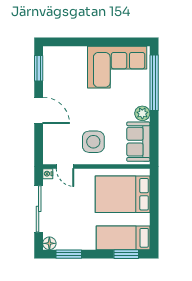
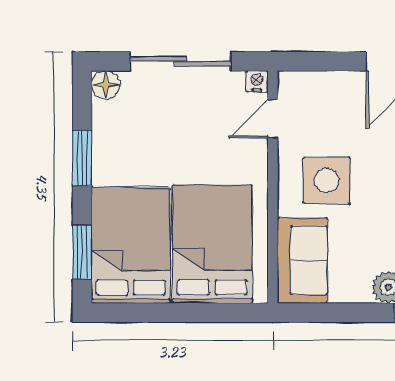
sofa: (138, 142) -> (302, 260), moved, turned 90
bed: (123, 238) -> (131, 245), width x1.50
window: (69, 254) -> (82, 158), moved

